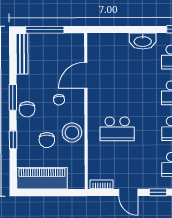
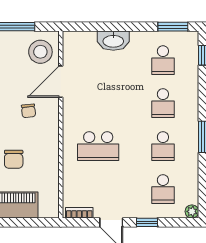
washbasin: (143, 41) -> (113, 41), moved
stool: (72, 133) -> (40, 52), moved

